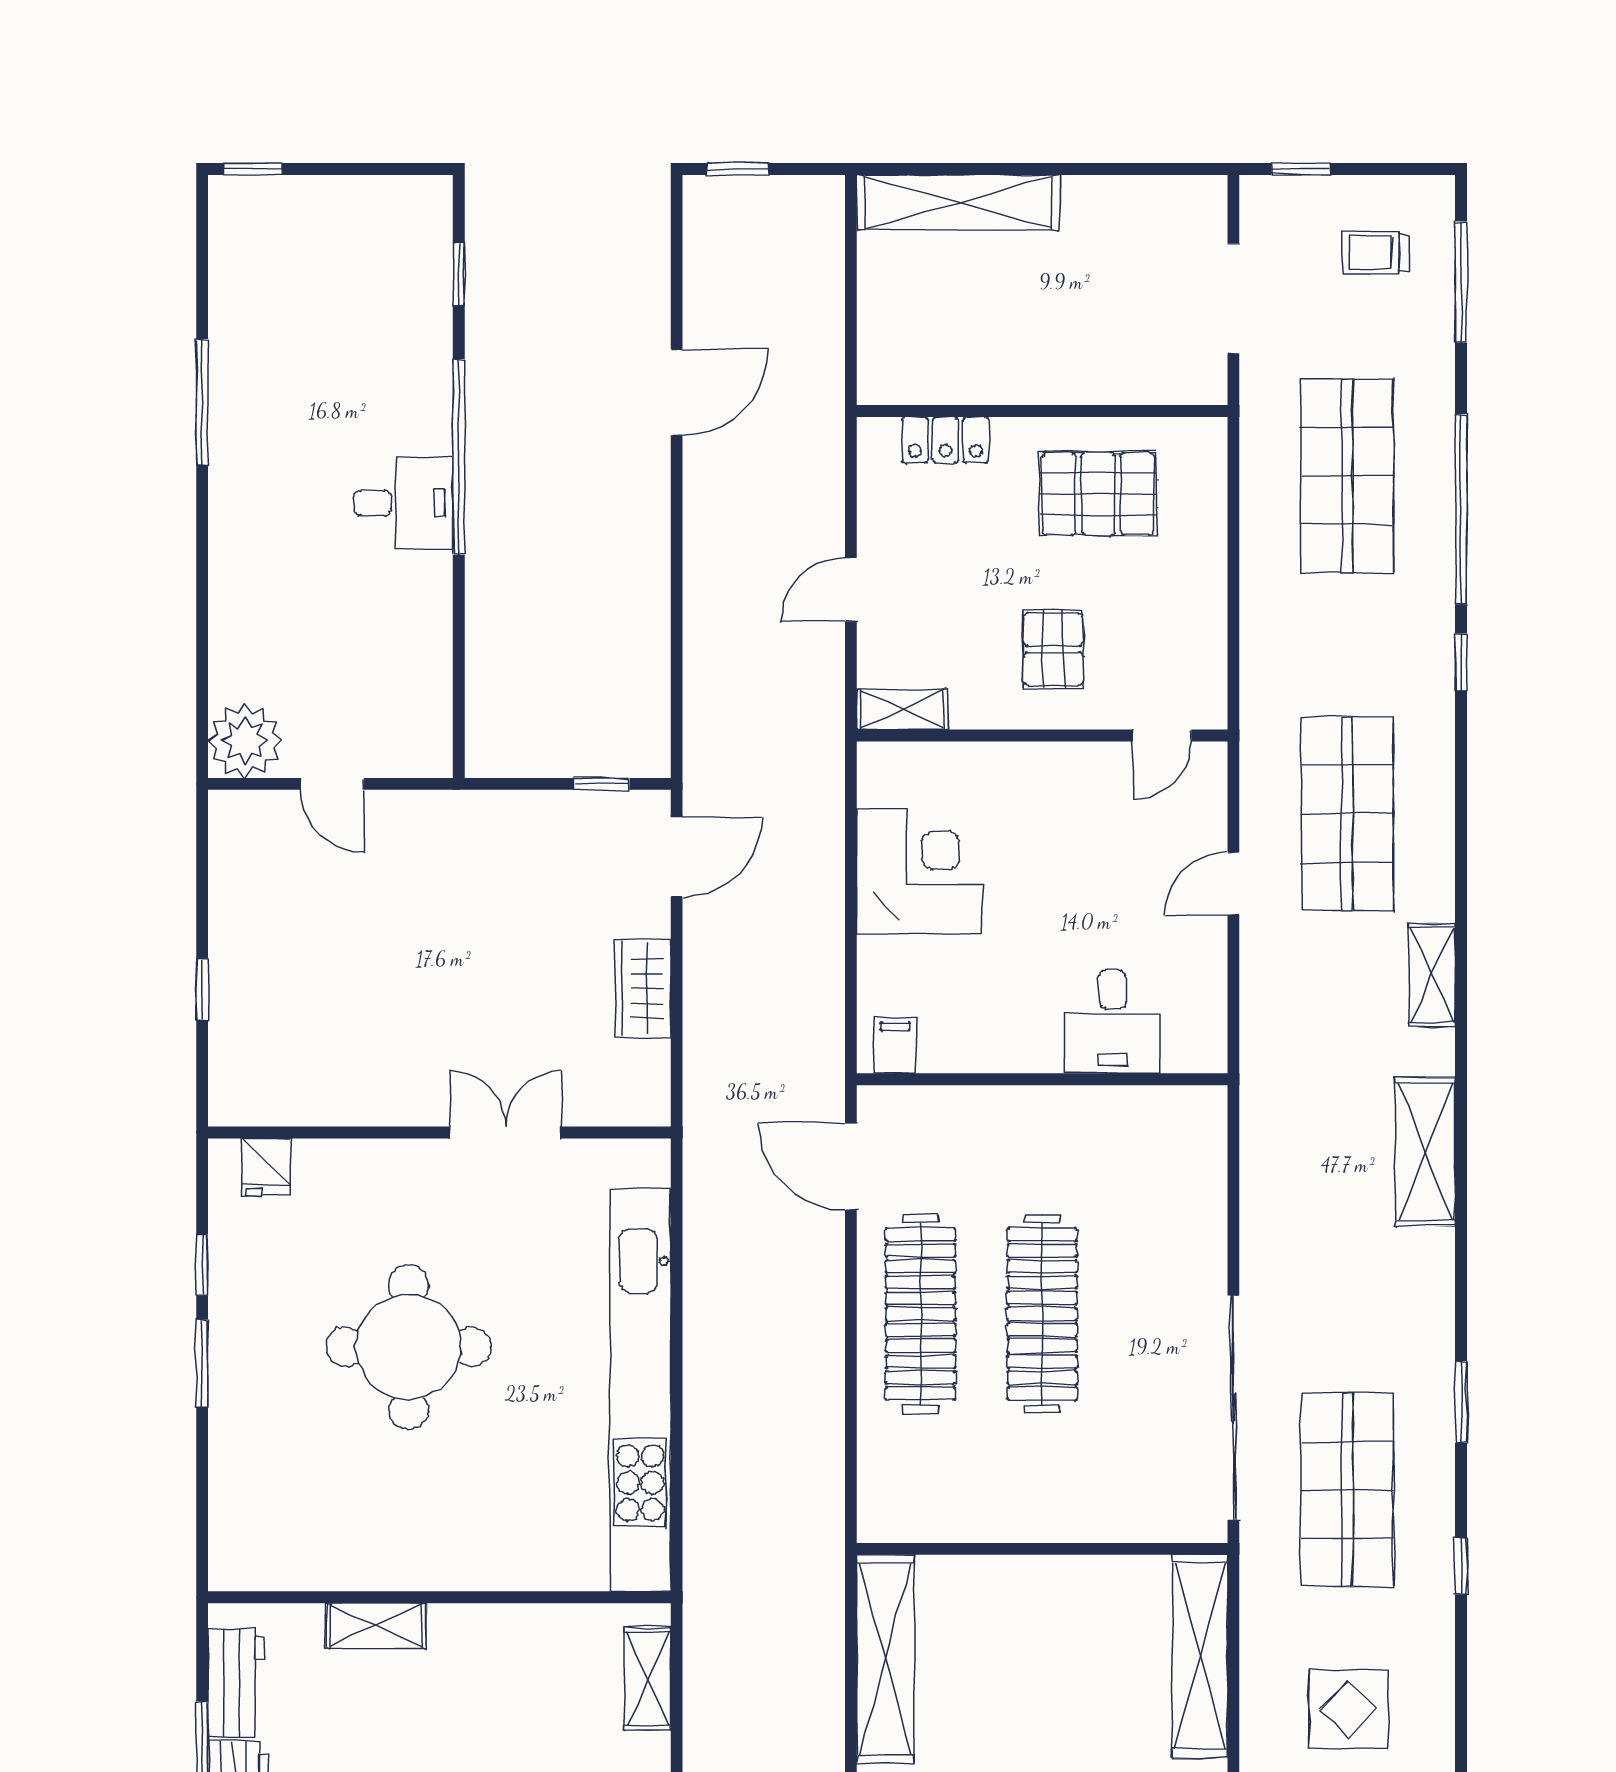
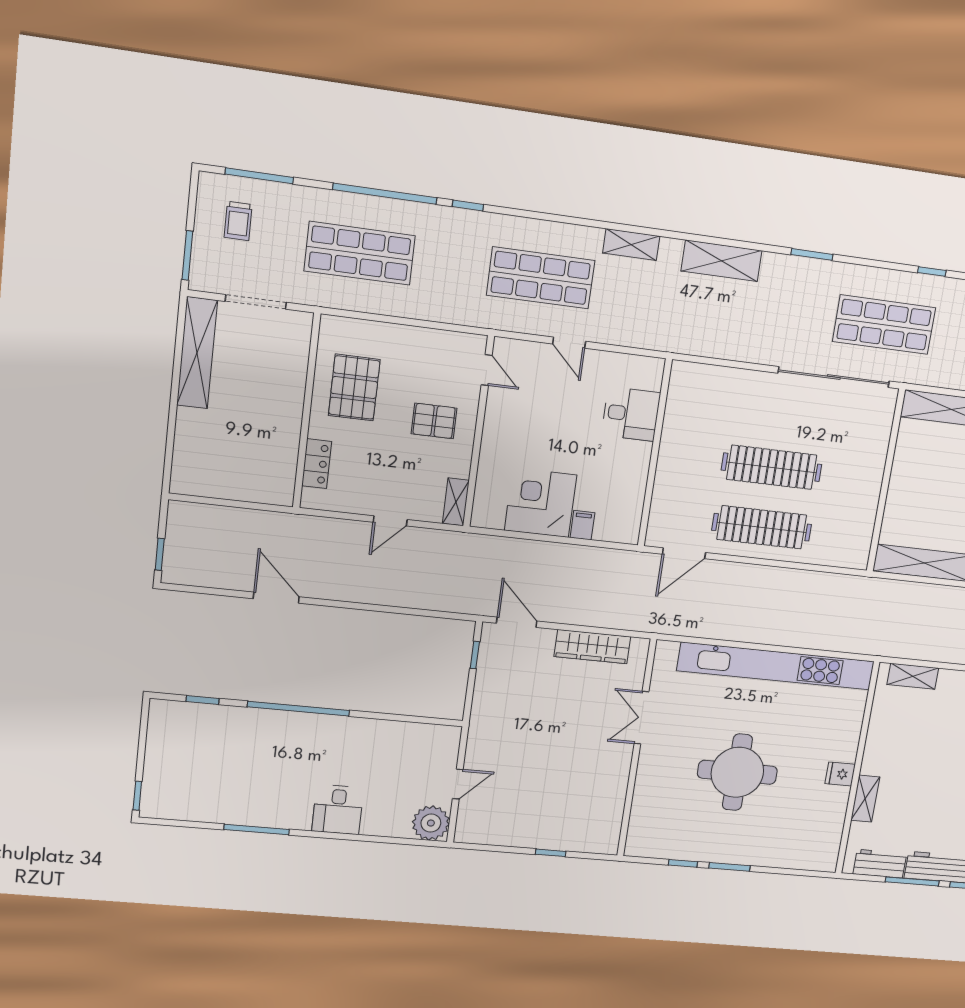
window: (1301, 169) -> (187, 255), width x1.50
shelving: (958, 202) -> (197, 353), moved
desk: (403, 503) -> (338, 810), moved, turned 180
door: (851, 589) -> (390, 521), hinge flipped
wardrobe: (642, 988) -> (592, 647), width x1.50
filing cabinet: (895, 1046) -> (582, 525), moved, turned 90
fridge: (266, 1167) -> (840, 774), moved, turned 180
window: (1461, 1402) -> (812, 254), moved

